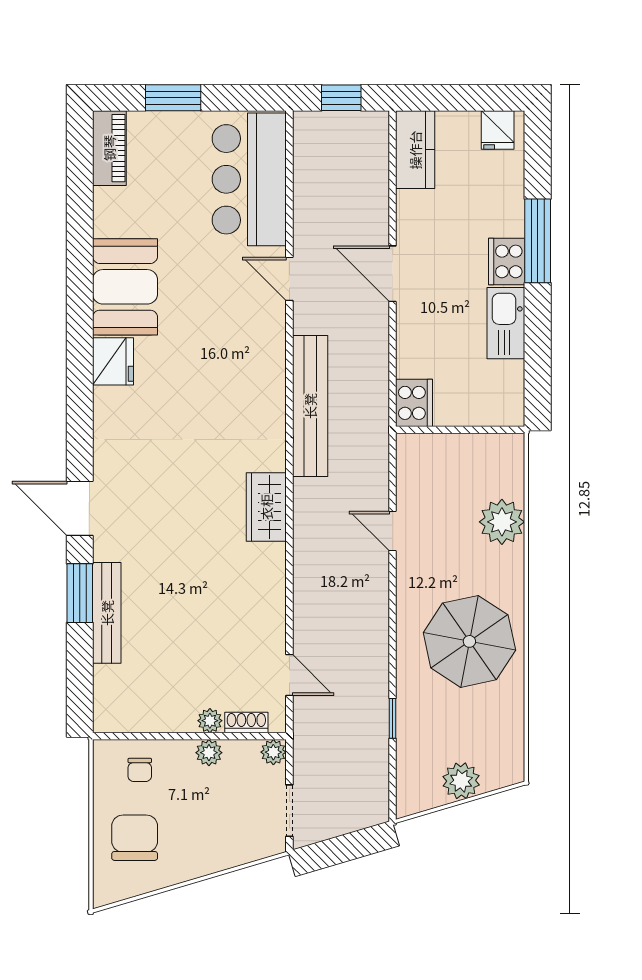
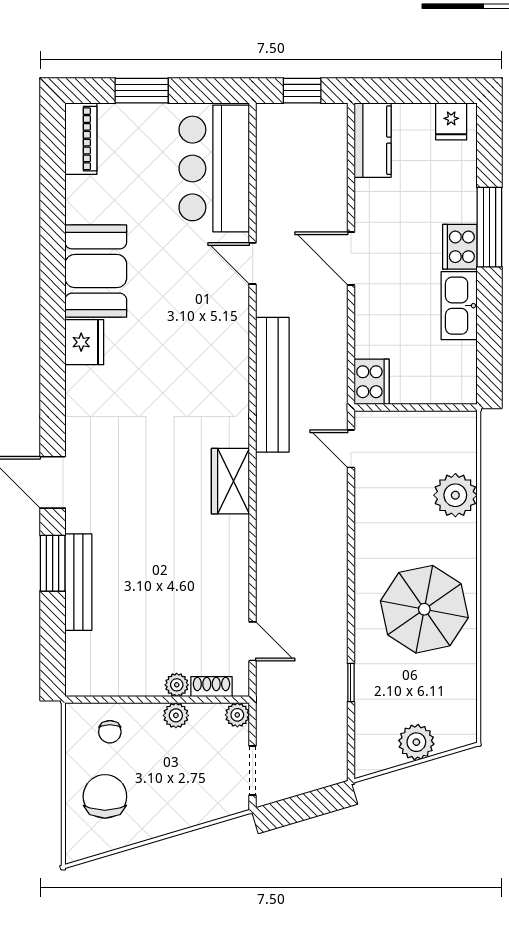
door: (393, 531) -> (351, 449), moved

